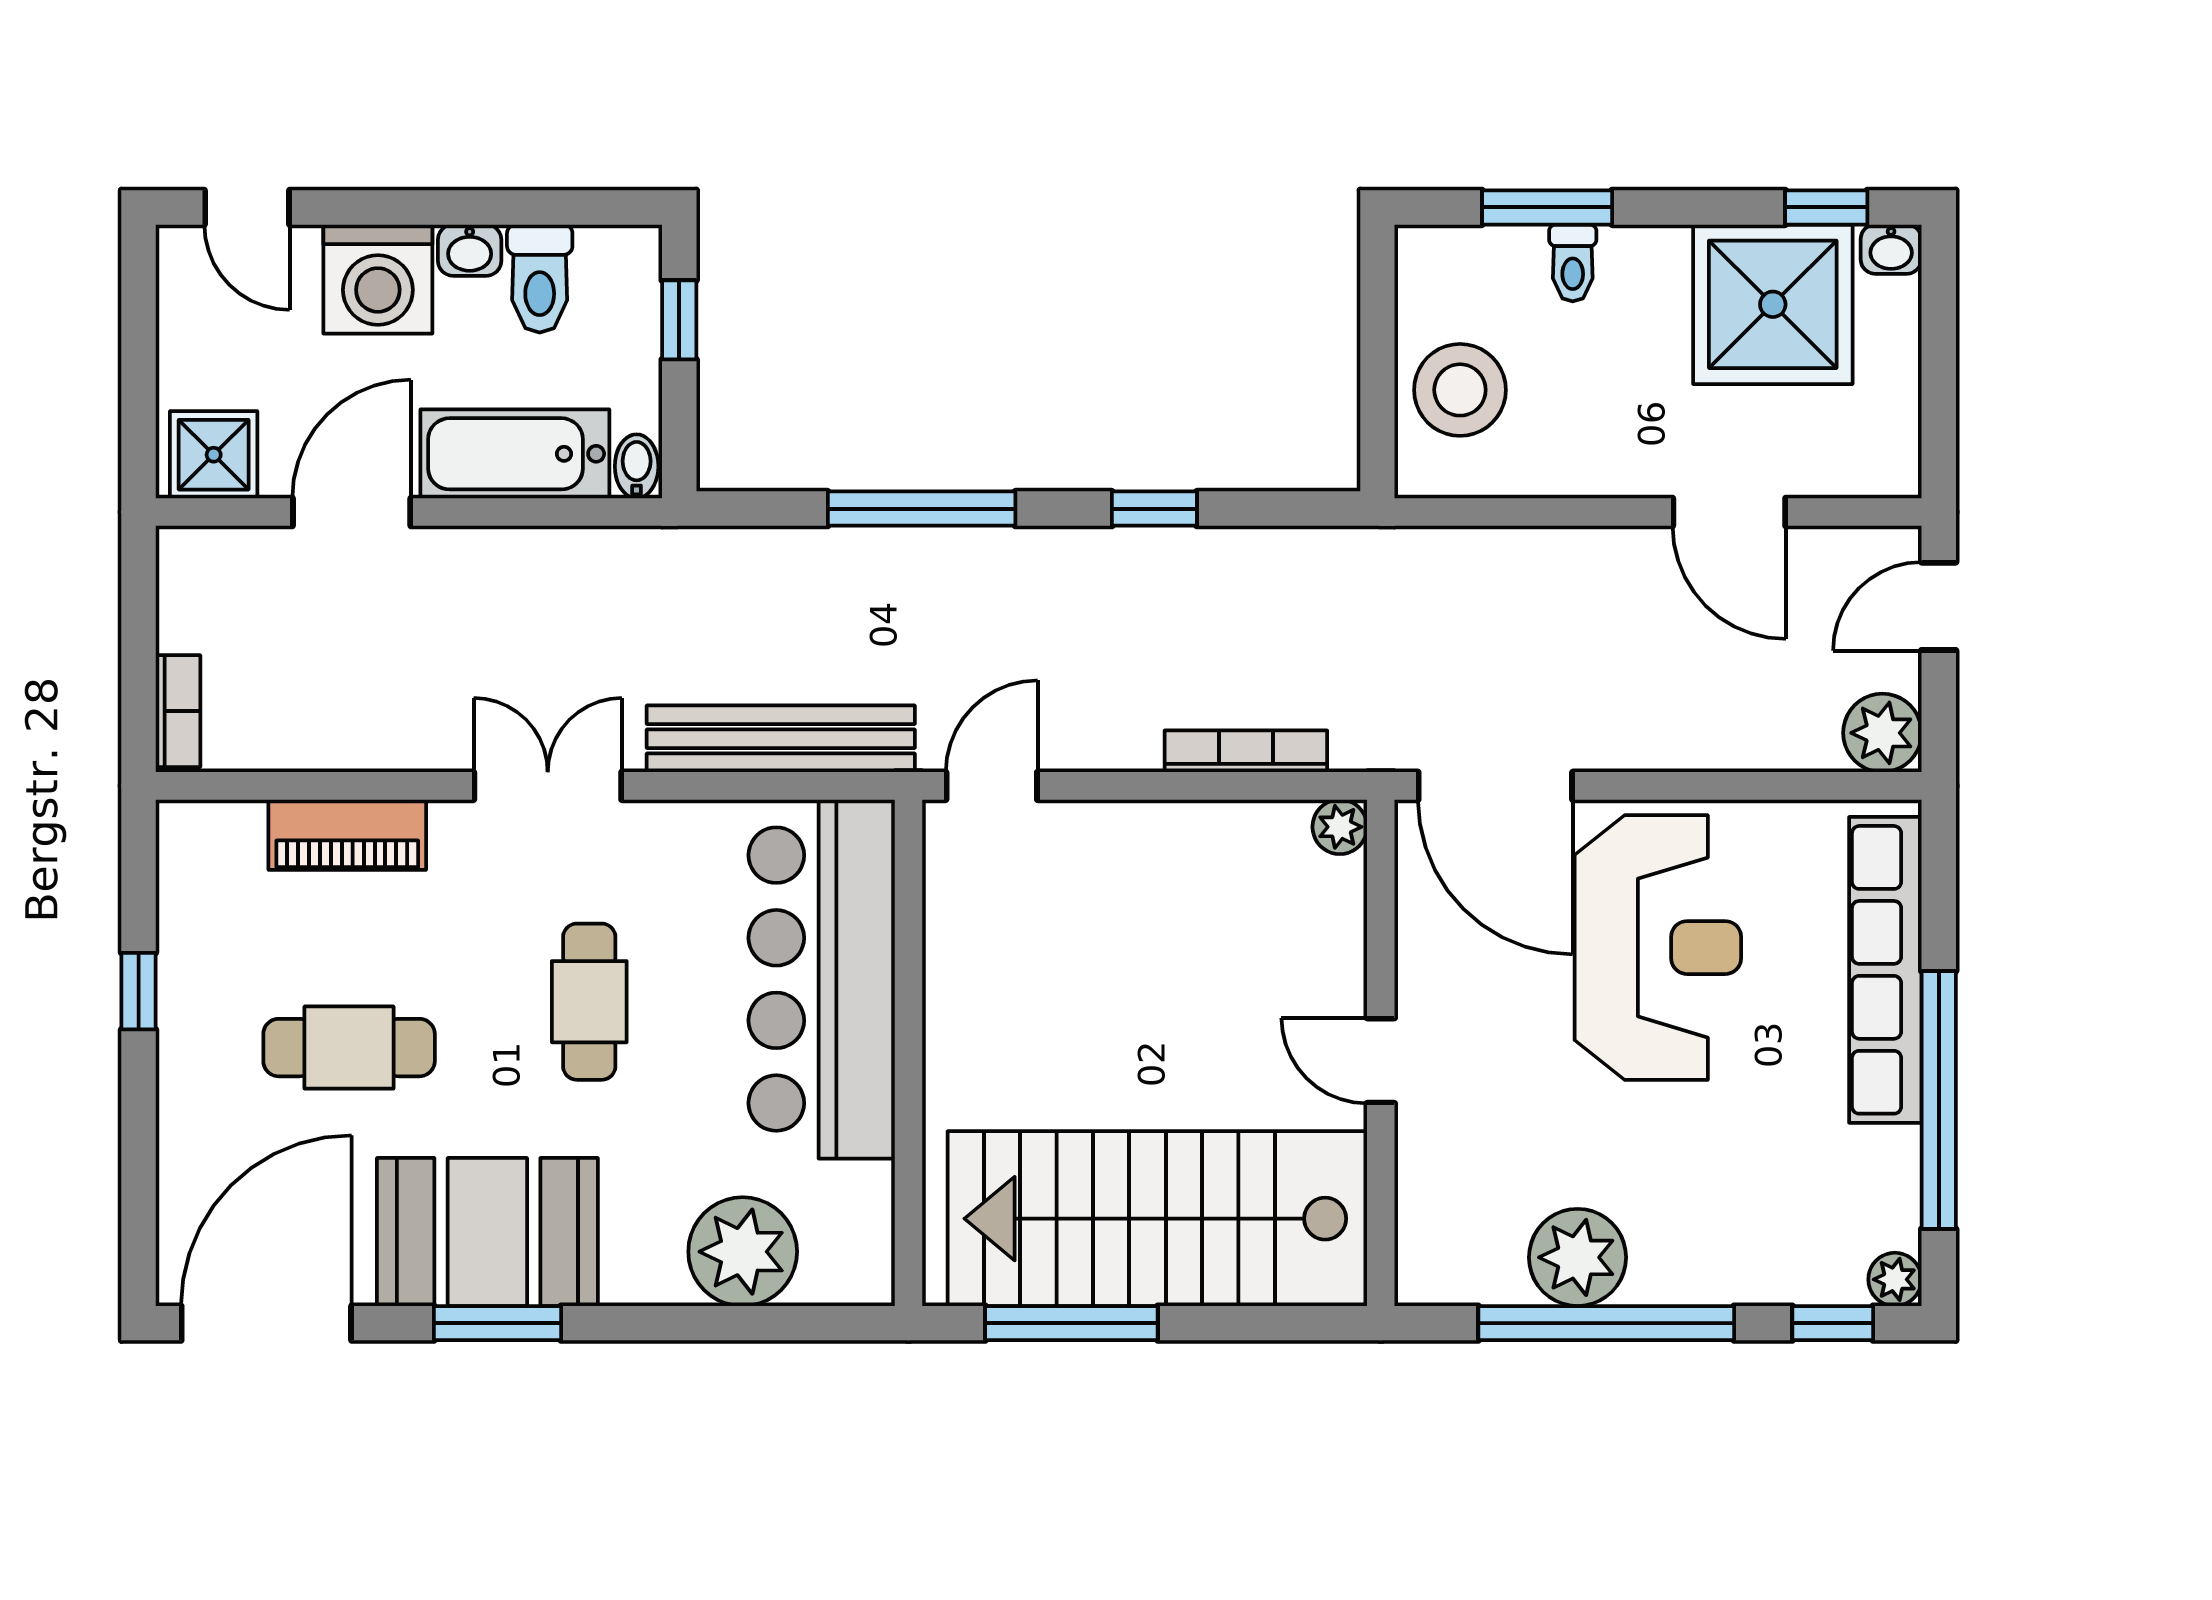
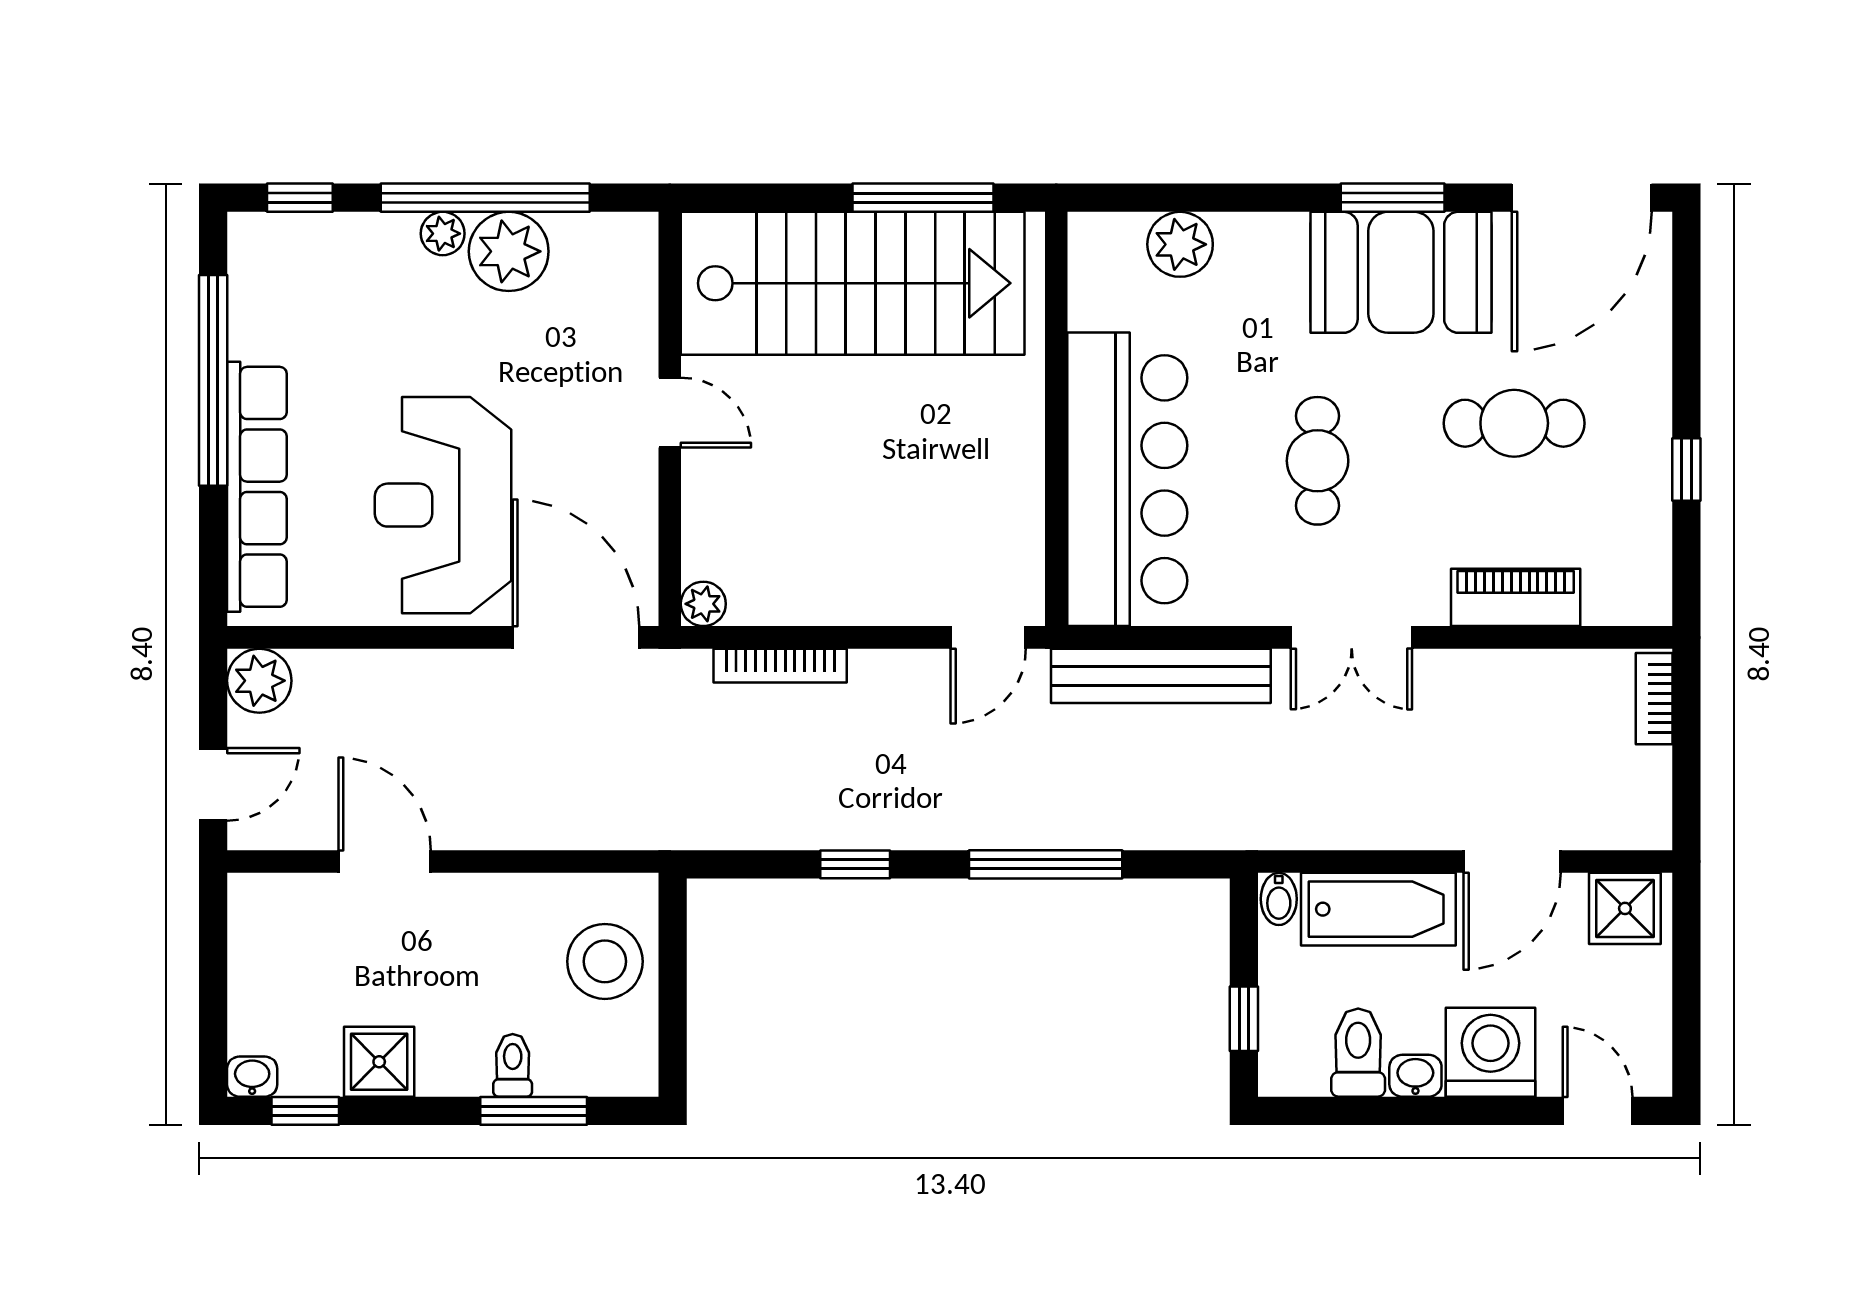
shower: (1773, 304) -> (379, 1062), width x0.54, depth x0.54
plant: (743, 1252) -> (1180, 244), width x0.73, depth x0.73
plant: (1895, 1279) -> (443, 234), moved

